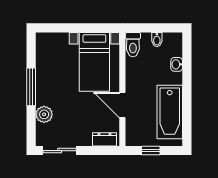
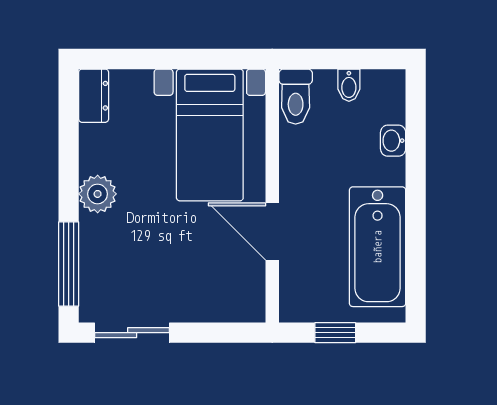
window: (31, 87) -> (69, 264), moved
plant: (44, 114) -> (98, 194), moved
dresser: (104, 139) -> (94, 96), moved, turned 90

